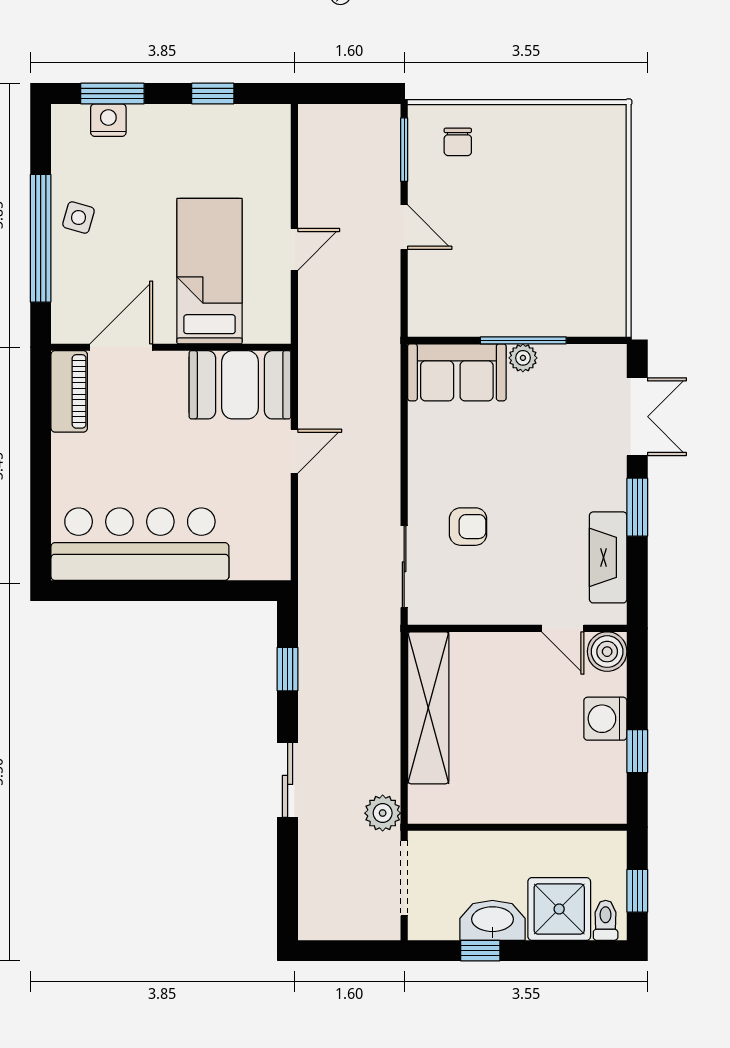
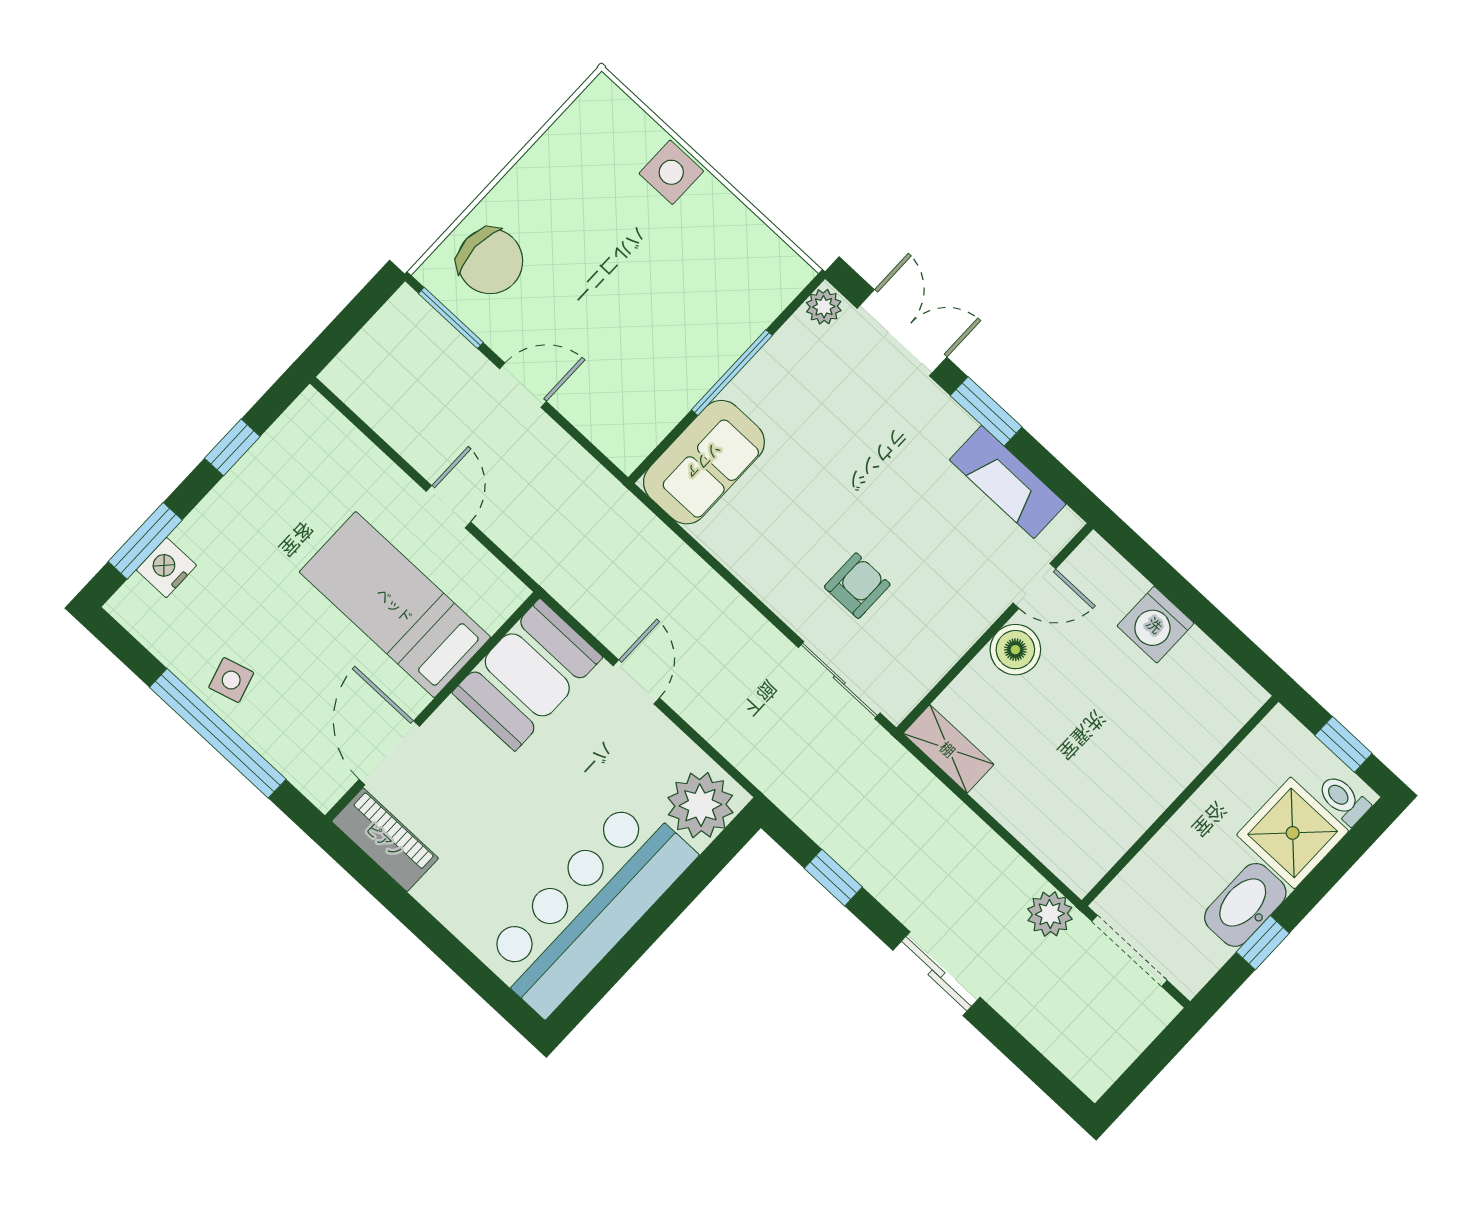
chair: (458, 142) -> (490, 261), width x1.87, depth x1.87
side table: (606, 198) -> (671, 172), added
side table: (79, 218) -> (231, 680), turned -32
plant: (523, 358) -> (824, 307), moved
plant: (258, 554) -> (700, 805), added
boiler: (607, 652) -> (1015, 650), moved
shelving: (428, 708) -> (948, 749), width x0.45, depth x0.75
window: (637, 751) -> (1213, 623), removed

